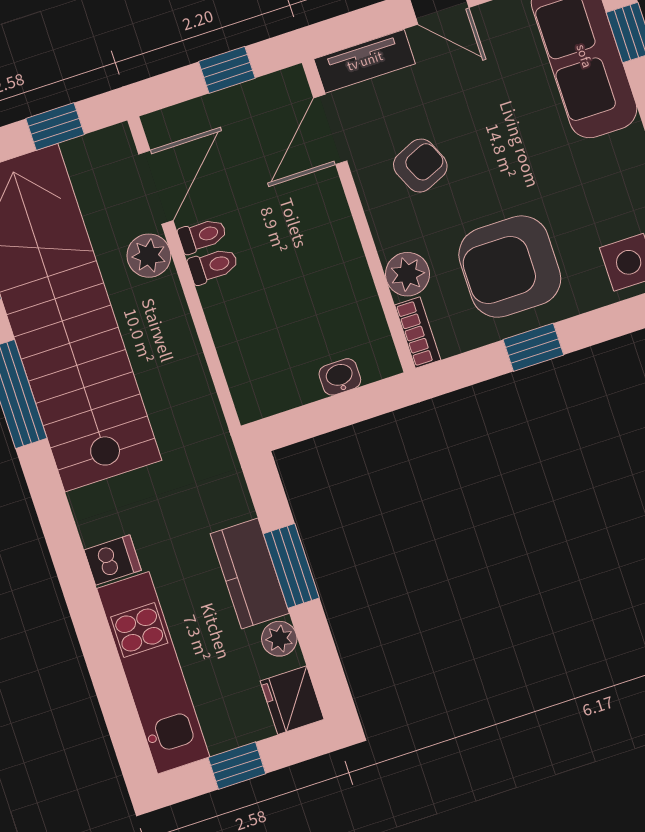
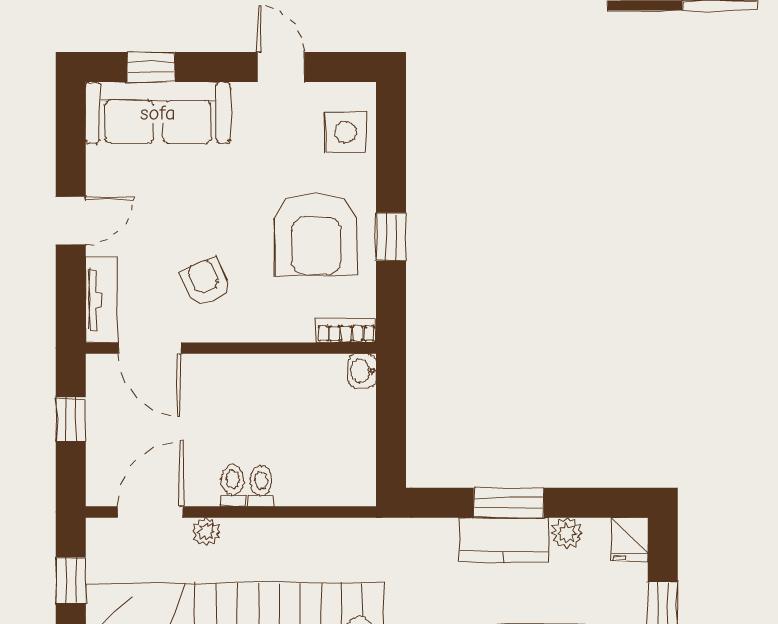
door: (156, 187) -> (150, 512), hinge flipped
toilet: (202, 235) -> (261, 486), moved
plant: (149, 256) -> (206, 532), width x0.73, depth x0.73
plant: (407, 274) -> (294, 323), removed
washbasin: (340, 377) -> (362, 371), moved
fridge: (292, 700) -> (630, 539), width x0.72

